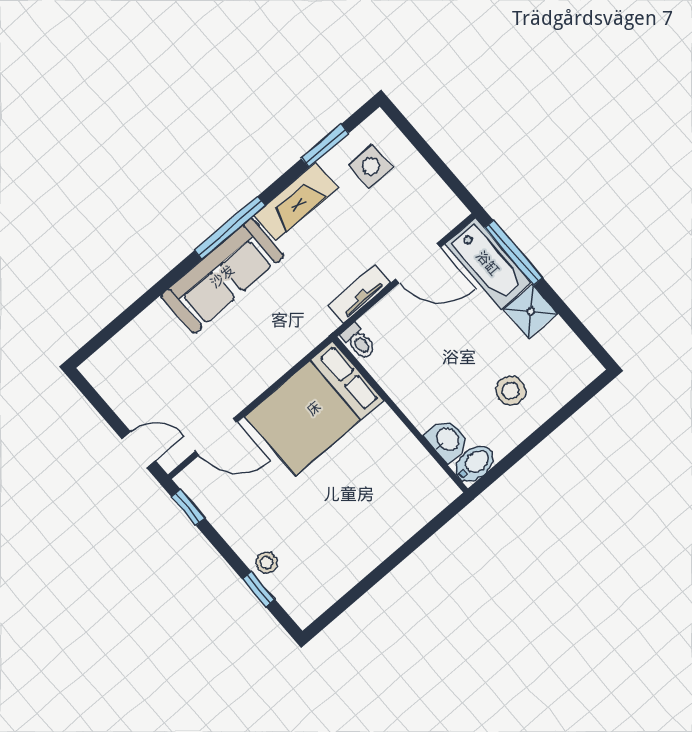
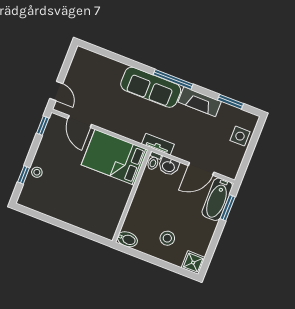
side table: (371, 166) -> (240, 136), moved
window: (514, 253) -> (228, 208), width x0.69
door: (418, 263) -> (201, 169), hinge flipped
tv unit: (359, 294) -> (158, 144), moved
shower: (531, 311) -> (193, 263), moved
washbasin: (447, 440) -> (169, 166), moved, turned 90

